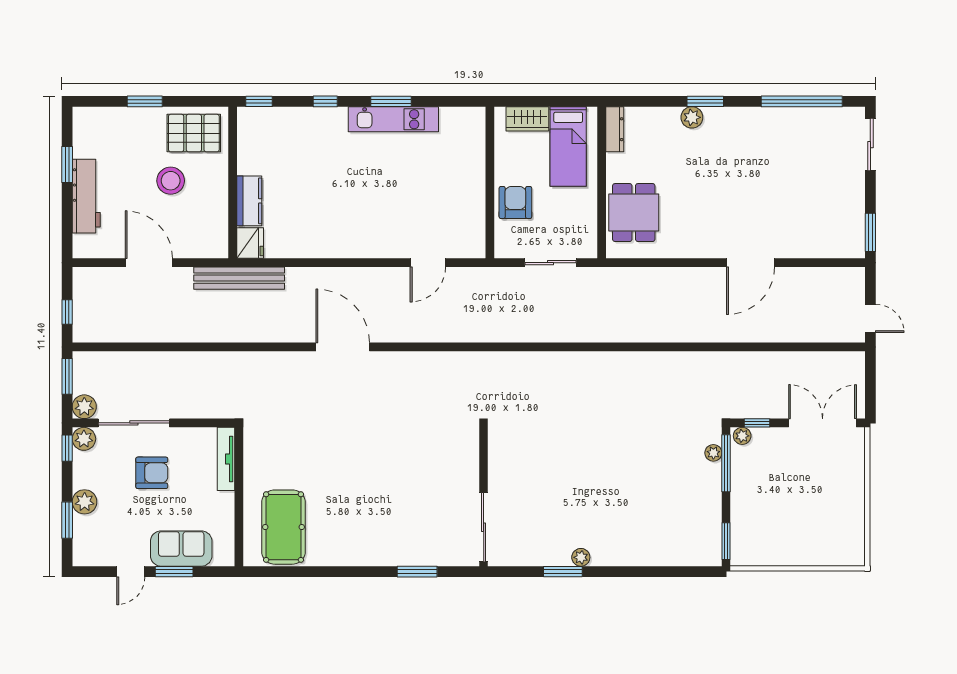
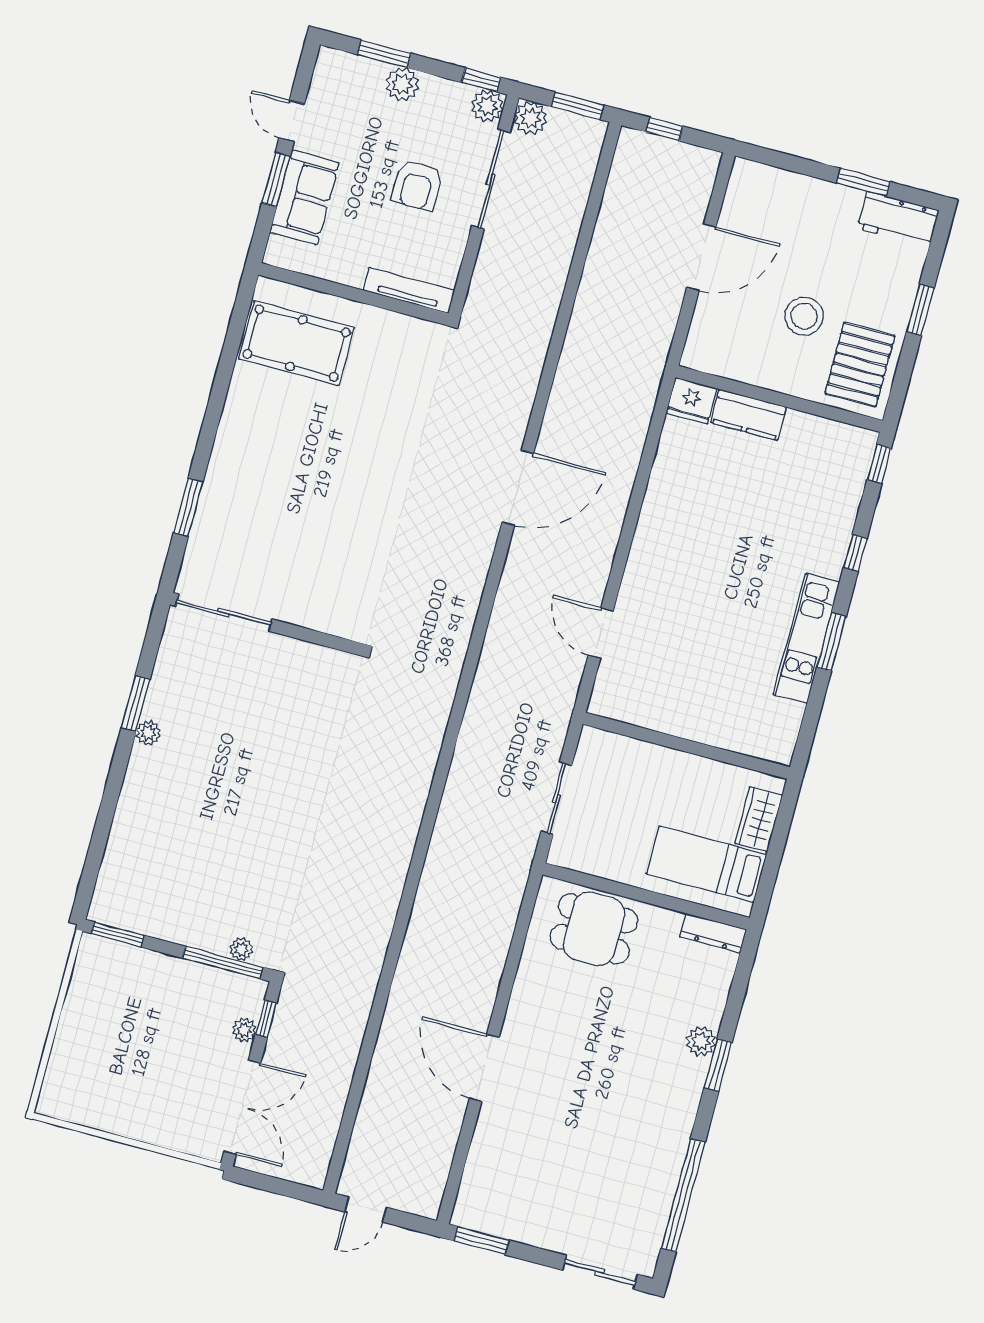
workbench: (86, 196) -> (898, 219), moved, width x0.73
armchair: (515, 203) -> (650, 773), removed
bench: (239, 278) -> (648, 373), removed
plant: (742, 436) -> (244, 1030), moved

